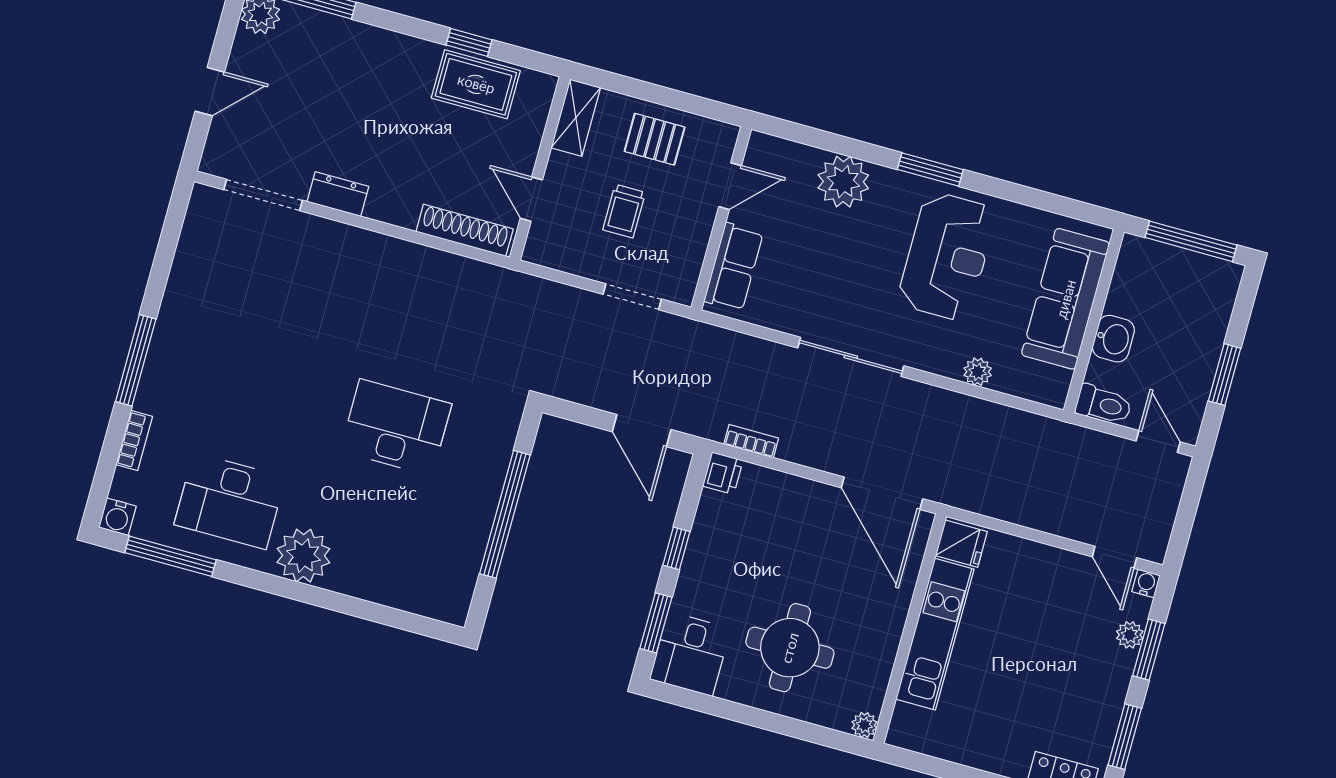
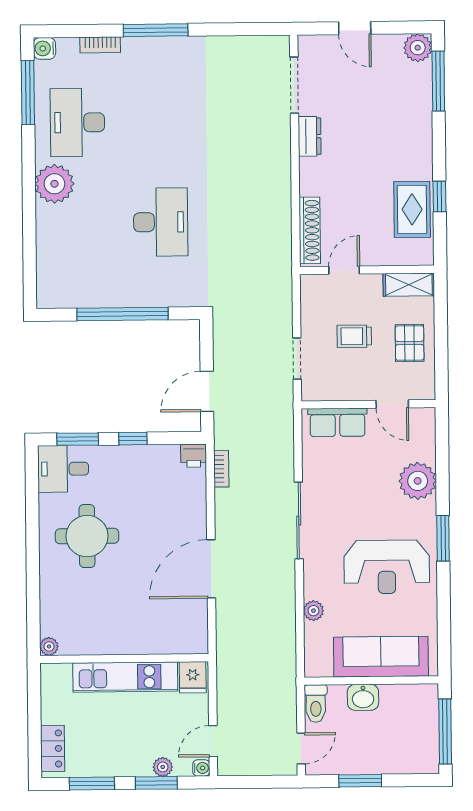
fridge: (961, 544) -> (193, 677), moved
wall: (910, 629) -> (124, 659), moved
kitchen unit: (935, 634) -> (125, 677), moved
plant: (864, 725) -> (49, 646), moved

